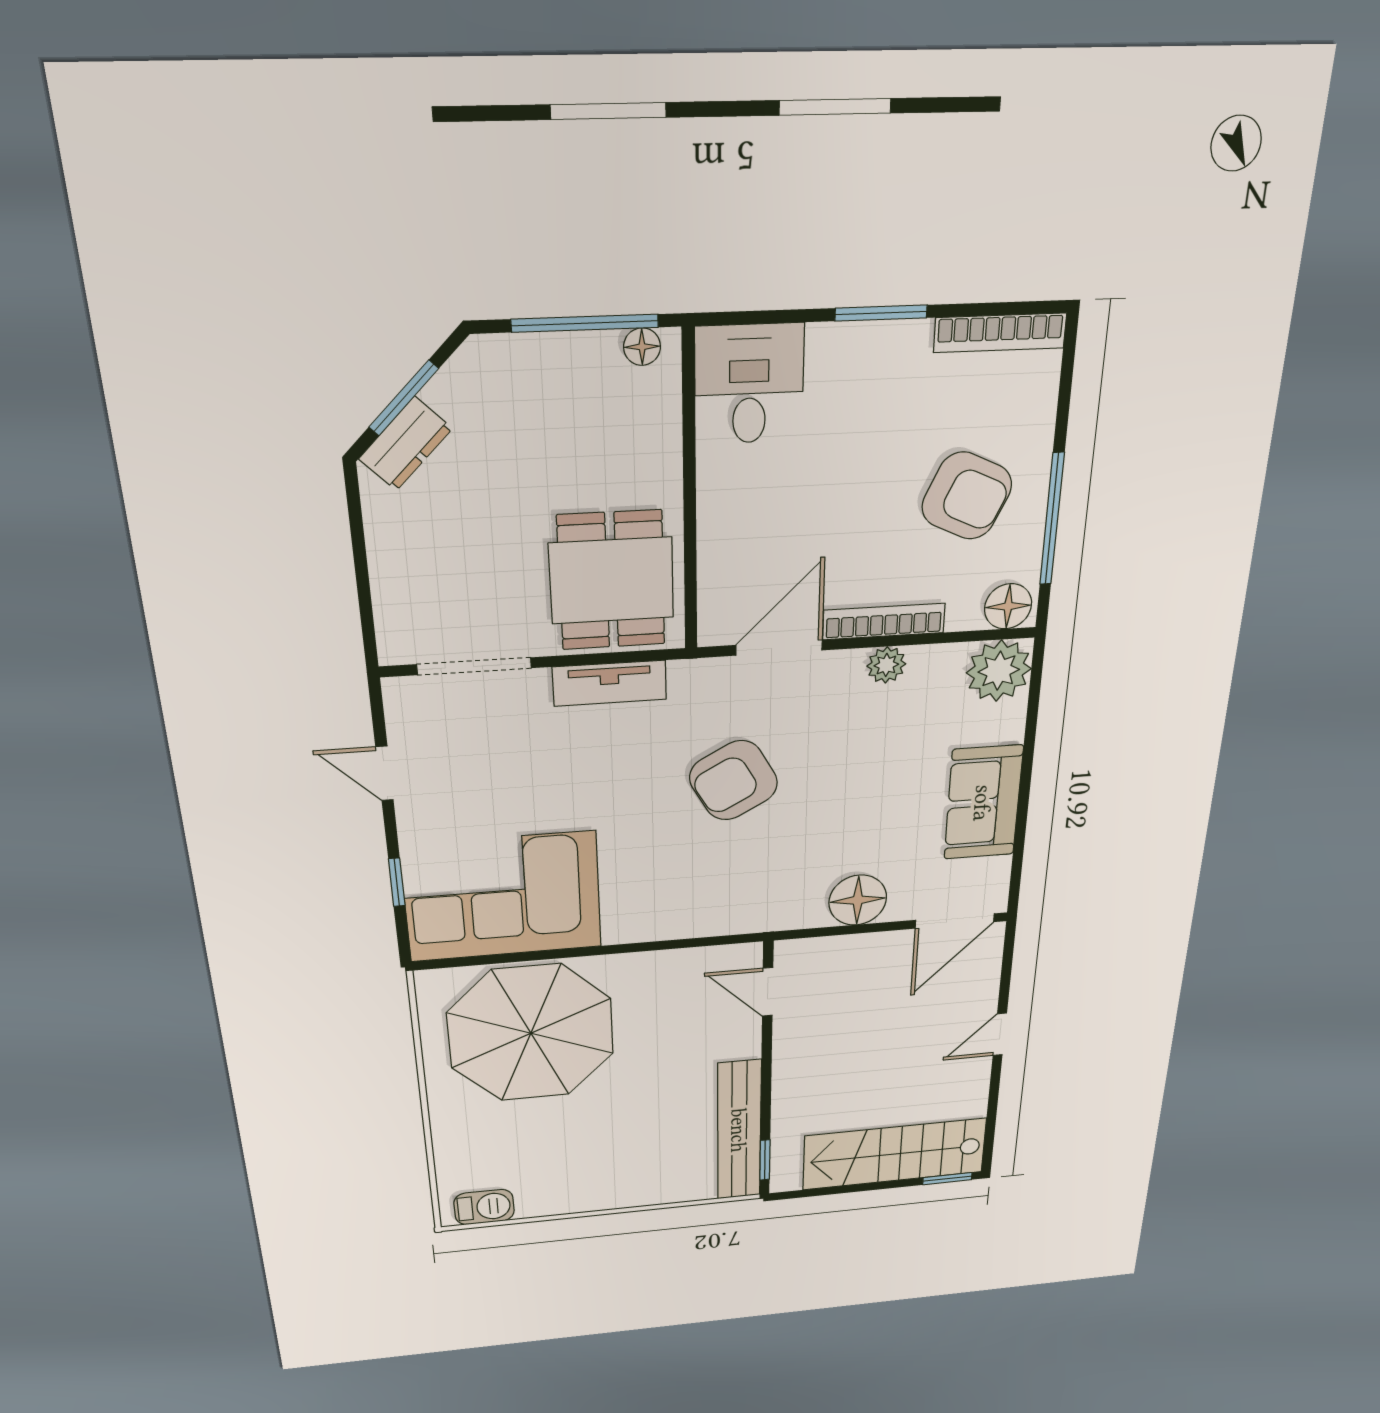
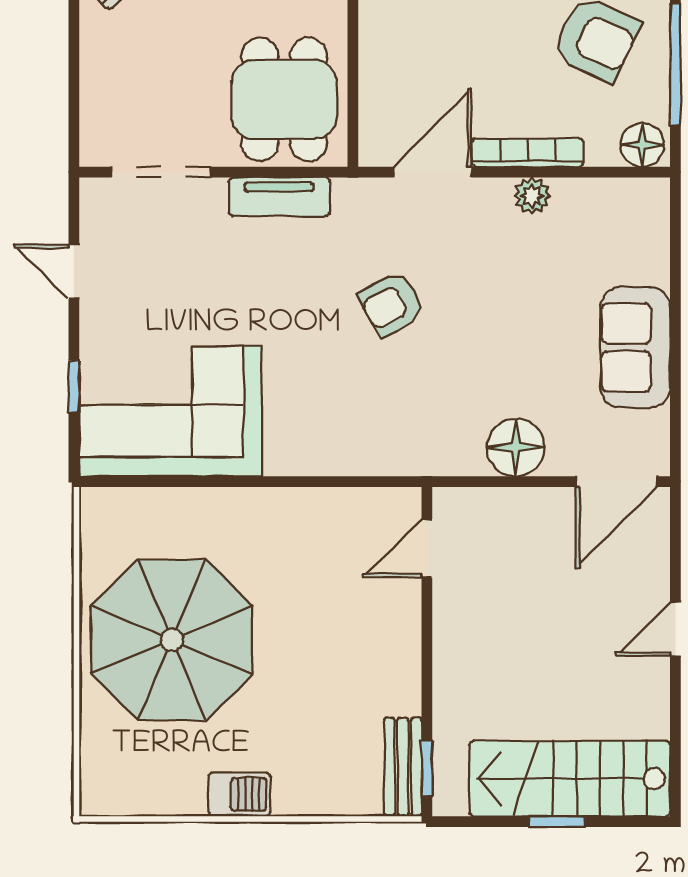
plant: (999, 671) -> (639, 209), removed
armchair: (734, 780) -> (391, 304), width x0.72, depth x0.72
door: (768, 992) -> (427, 548), hinge flipped
parasol: (531, 1033) -> (172, 640), moved
bench: (739, 1130) -> (403, 767), width x0.54, depth x0.82
window: (947, 1179) -> (557, 822), moved
barbecue: (484, 1207) -> (239, 794), moved

